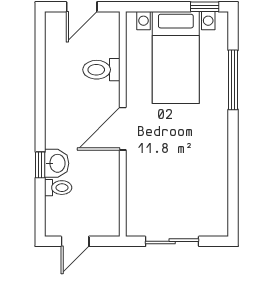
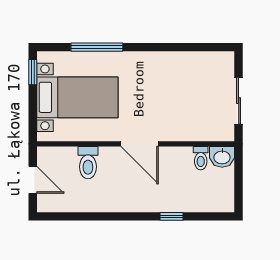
washbasin: (57, 163) -> (222, 157), moved, turned 180
toilet: (58, 188) -> (201, 158), moved, turned 180
door: (75, 241) -> (239, 186), removed

